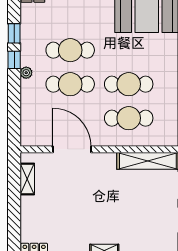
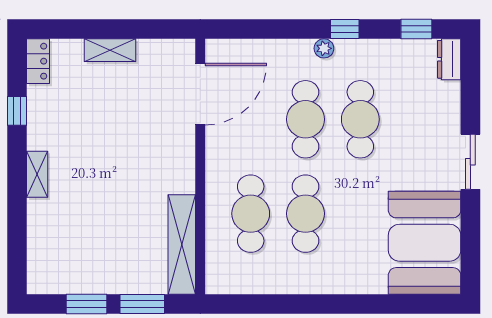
window: (14, 33) -> (416, 29), moved
door: (72, 149) -> (200, 94), moved
shelving: (27, 179) -> (110, 50), moved

